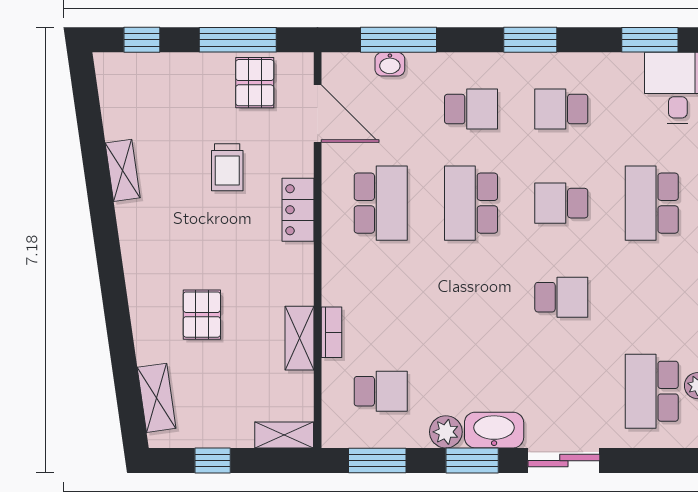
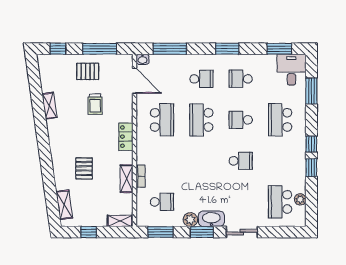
washbasin: (390, 64) -> (143, 59), moved
pallet: (255, 83) -> (88, 71), moved, turned 90
locker: (298, 210) -> (126, 137), moved

